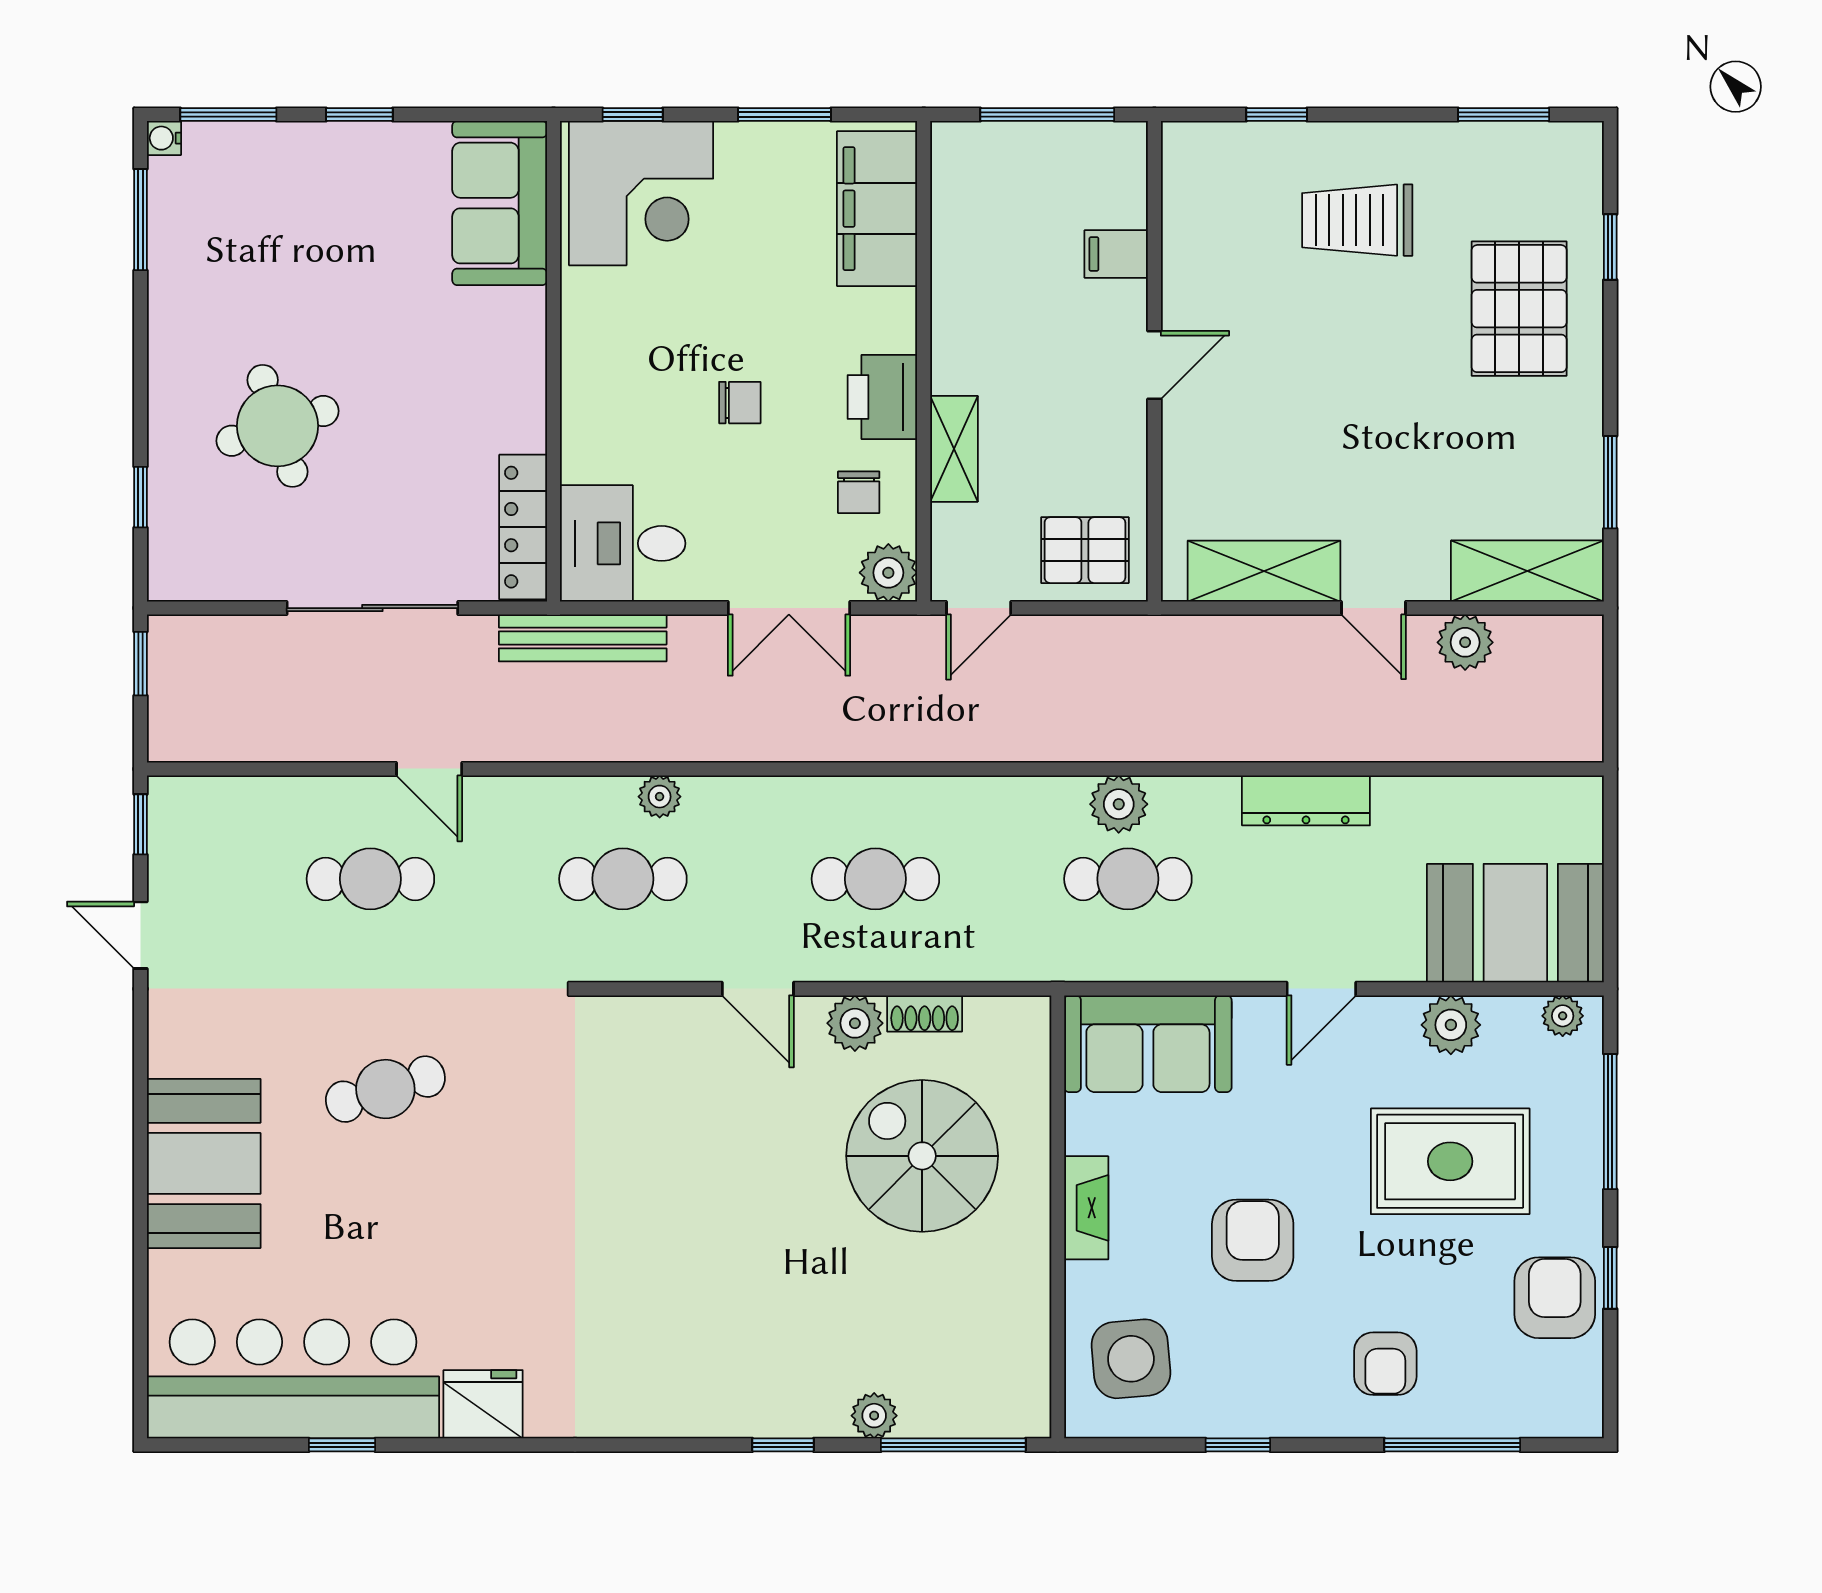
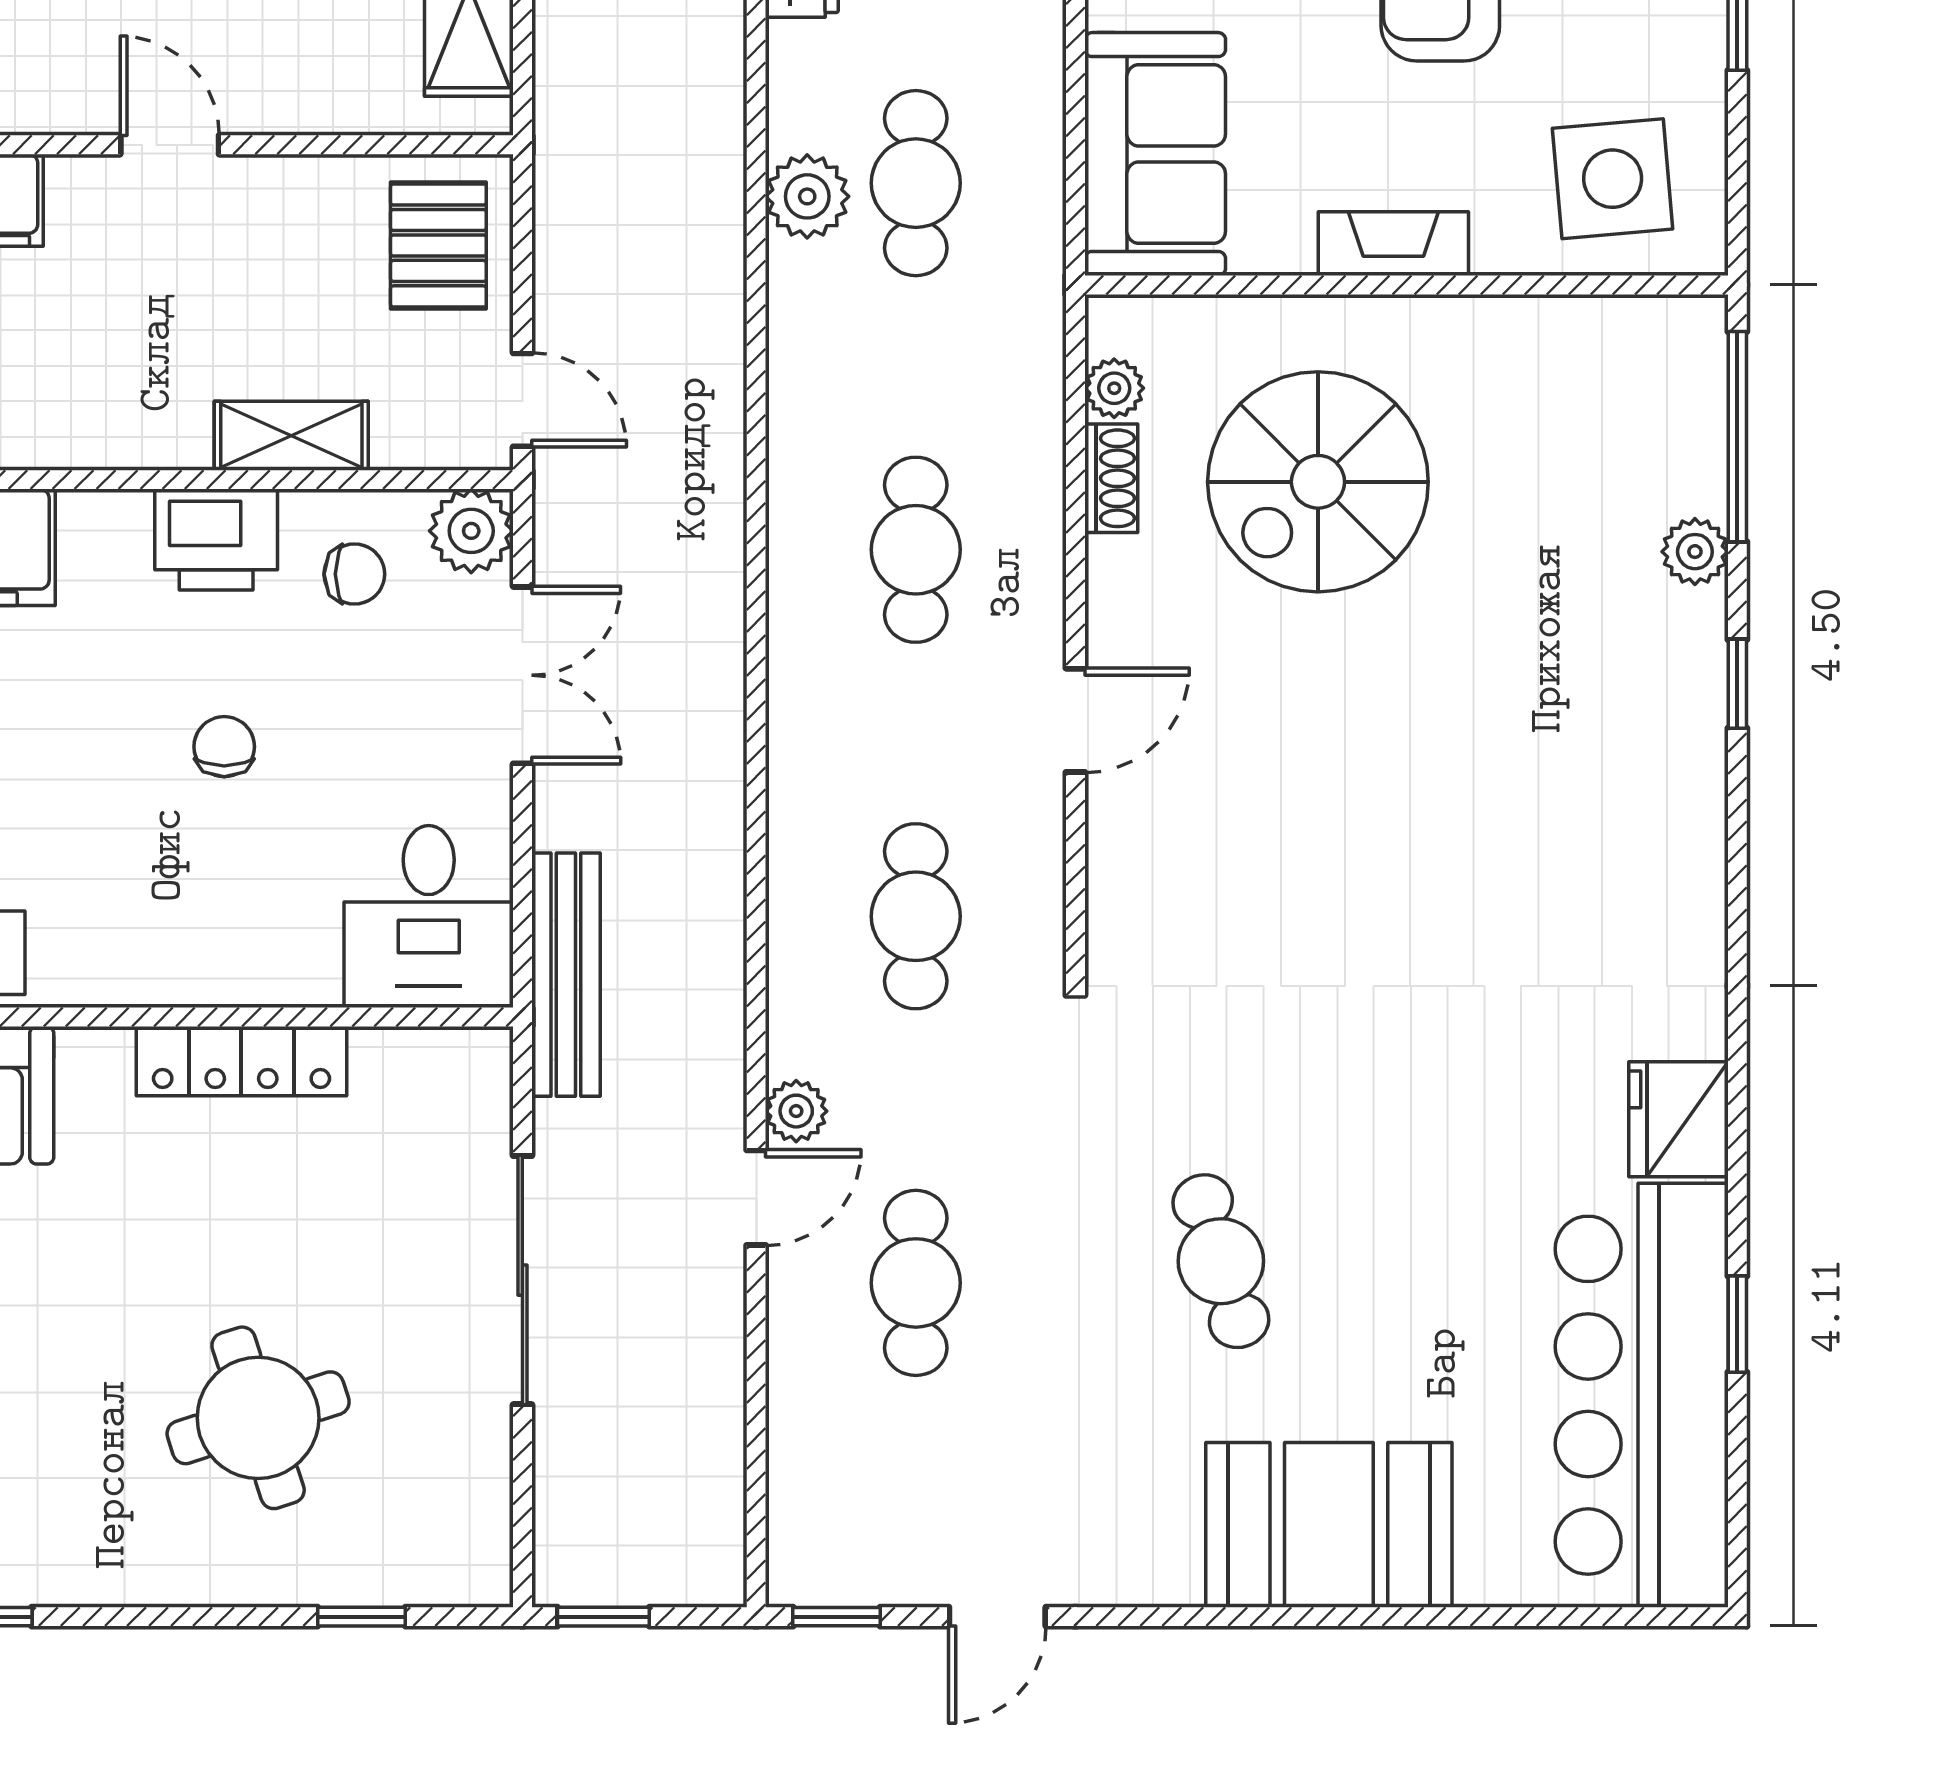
locker: (523, 527) -> (241, 1061), moved
plant: (660, 797) -> (796, 1111), moved
plant: (855, 1023) -> (1114, 388), moved, width x0.73, depth x0.73

